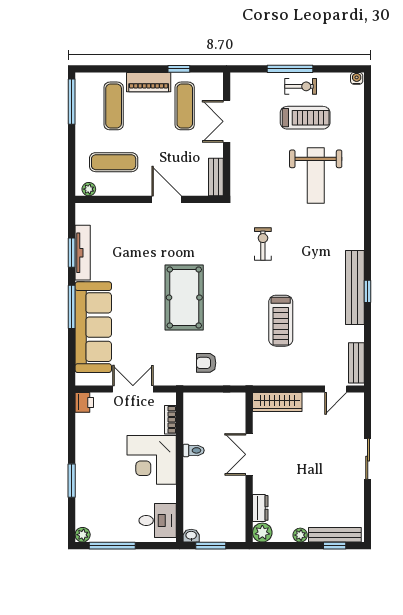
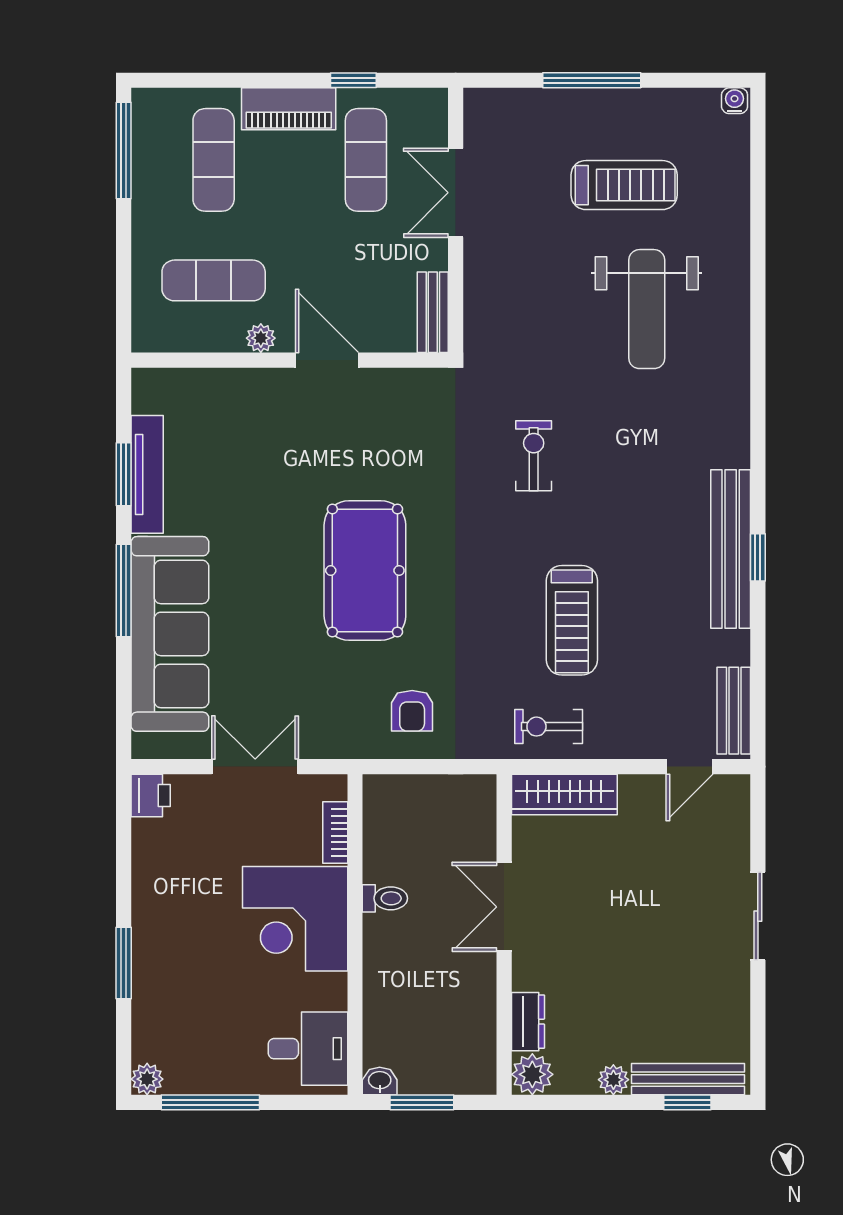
exercise bike: (301, 86) -> (549, 727), moved, turned 180
plant: (89, 189) -> (261, 338), moved
armchair: (206, 363) -> (412, 711), turned -90

